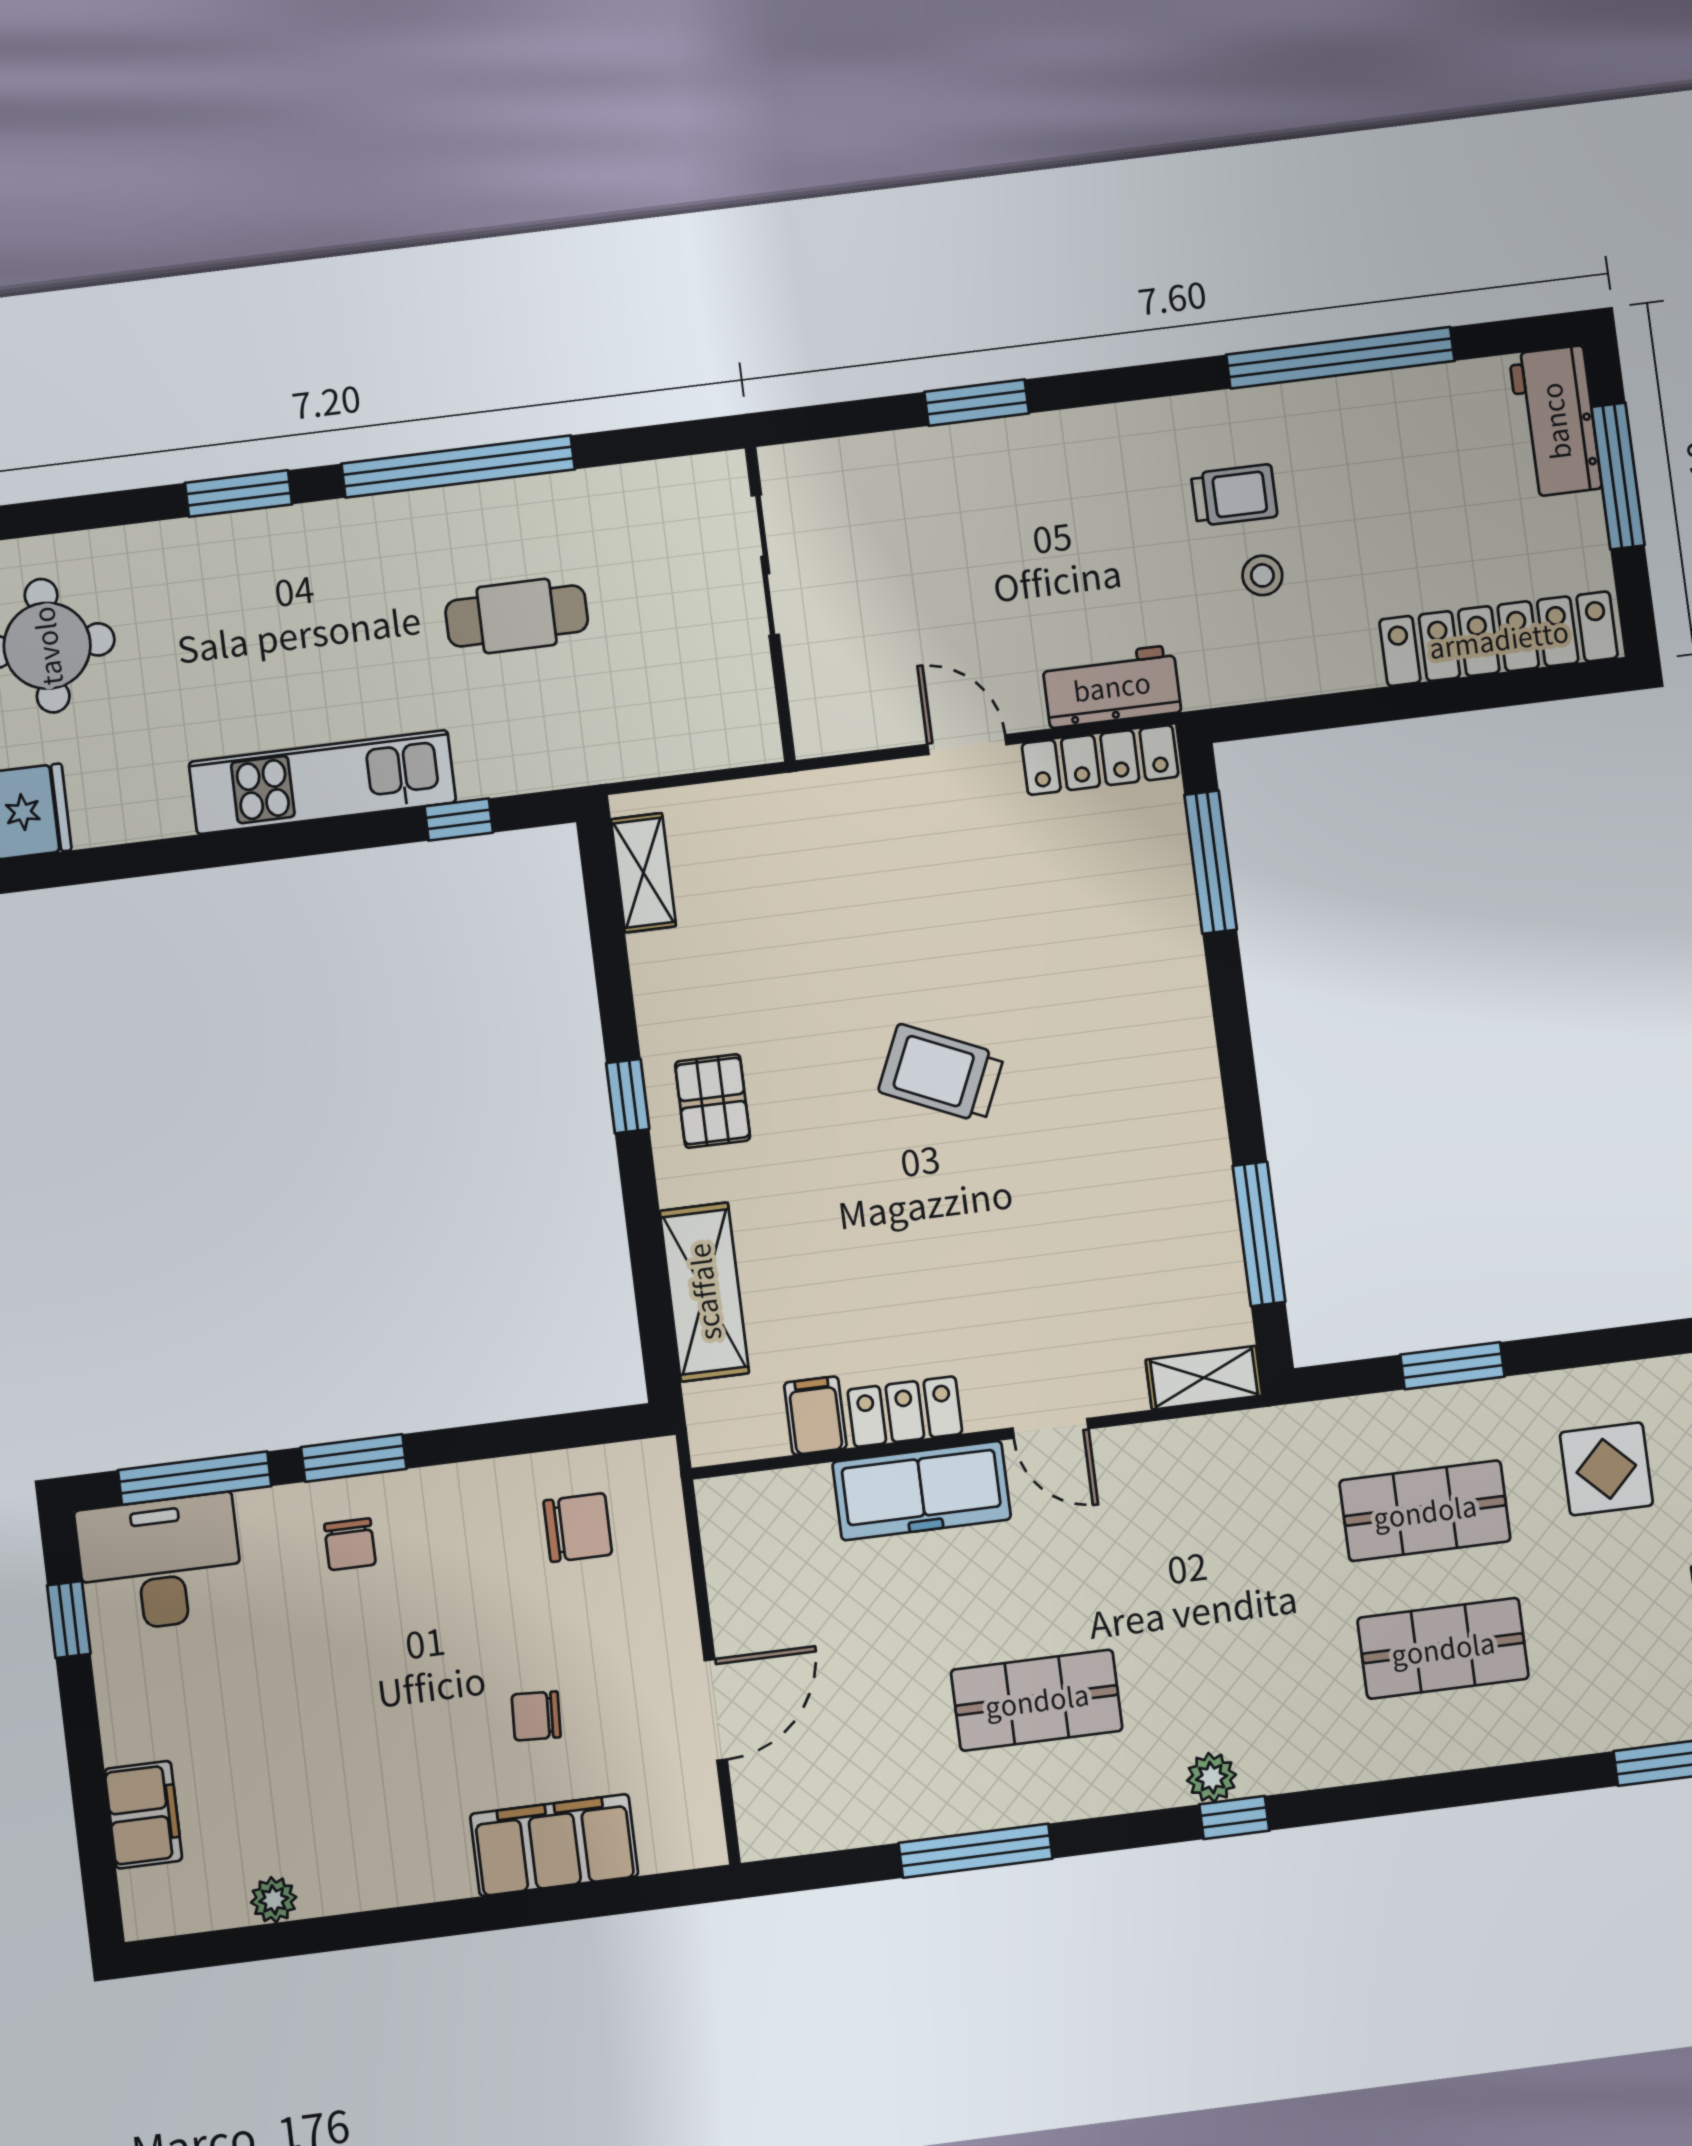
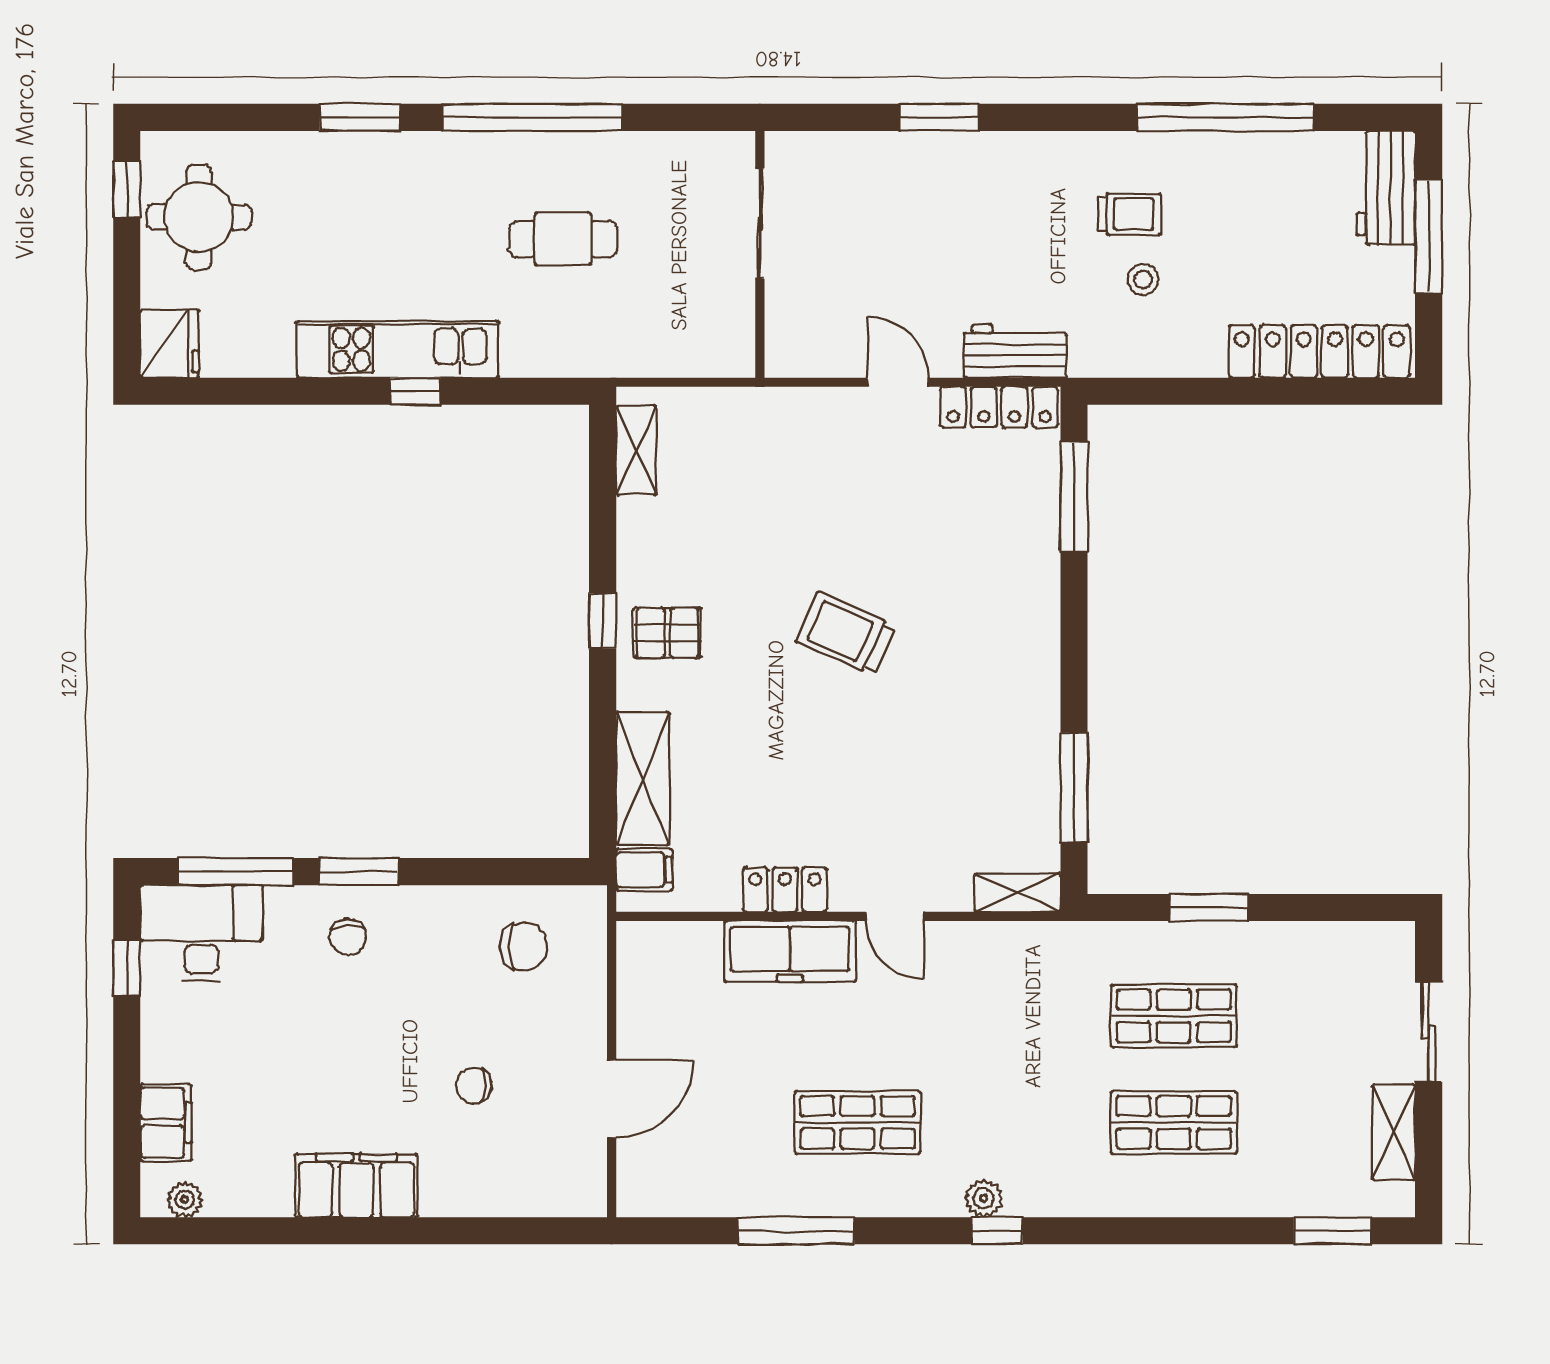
window: (459, 819) -> (415, 391), moved
pallet: (713, 1101) -> (667, 633), turned 90
filing cabinet: (815, 1416) -> (644, 870), moved, turned 90
display table: (1606, 1469) -> (1317, 1001), removed
filing cabinet: (554, 1845) -> (356, 1185), moved
plant: (274, 1900) -> (185, 1200), moved

